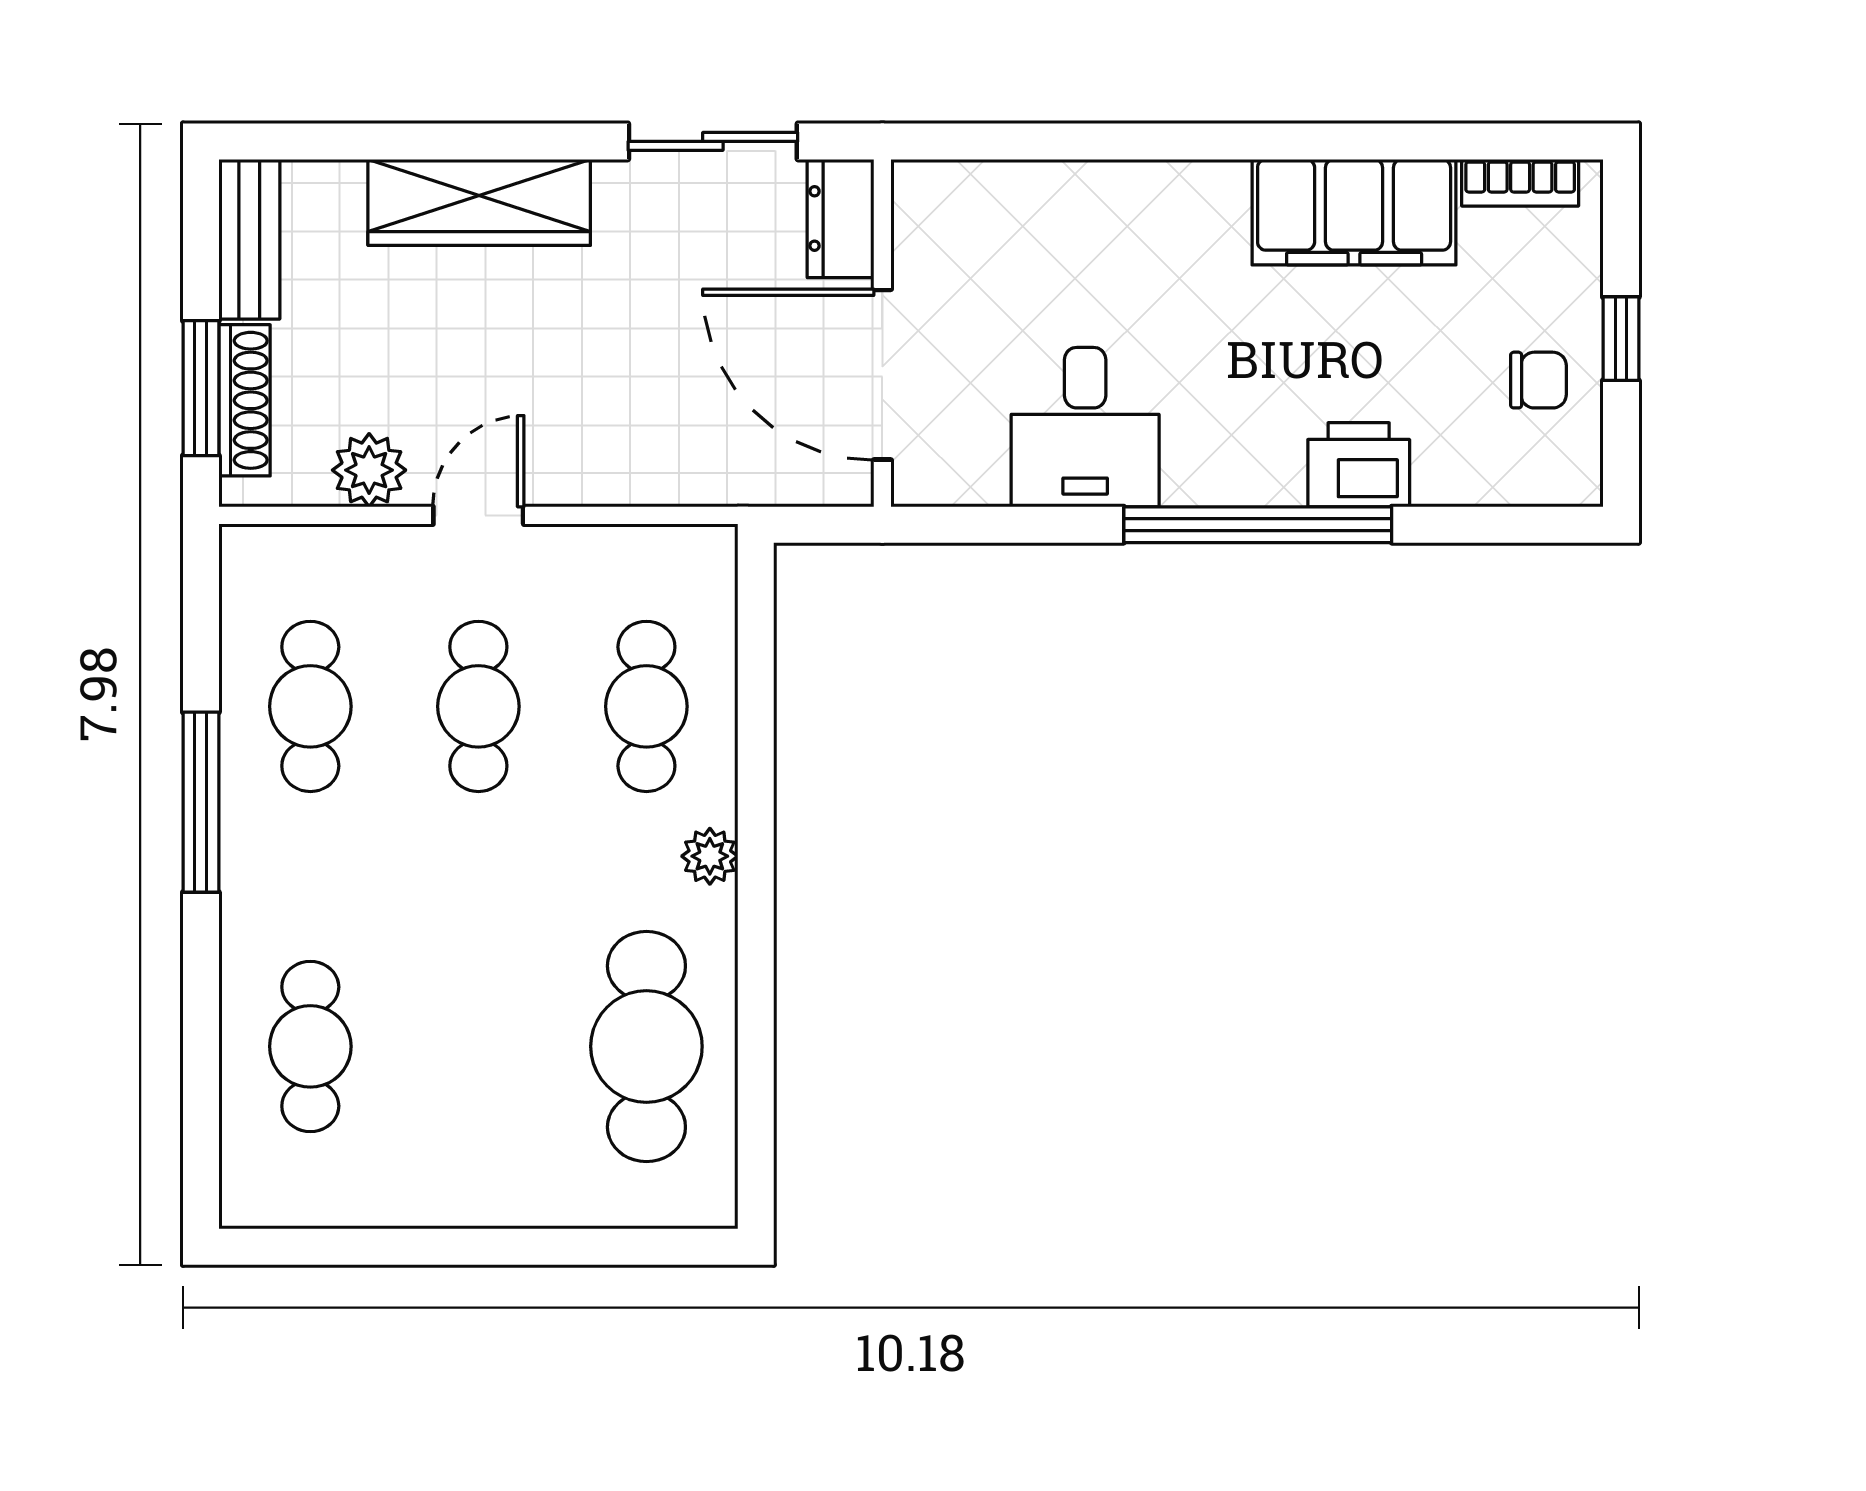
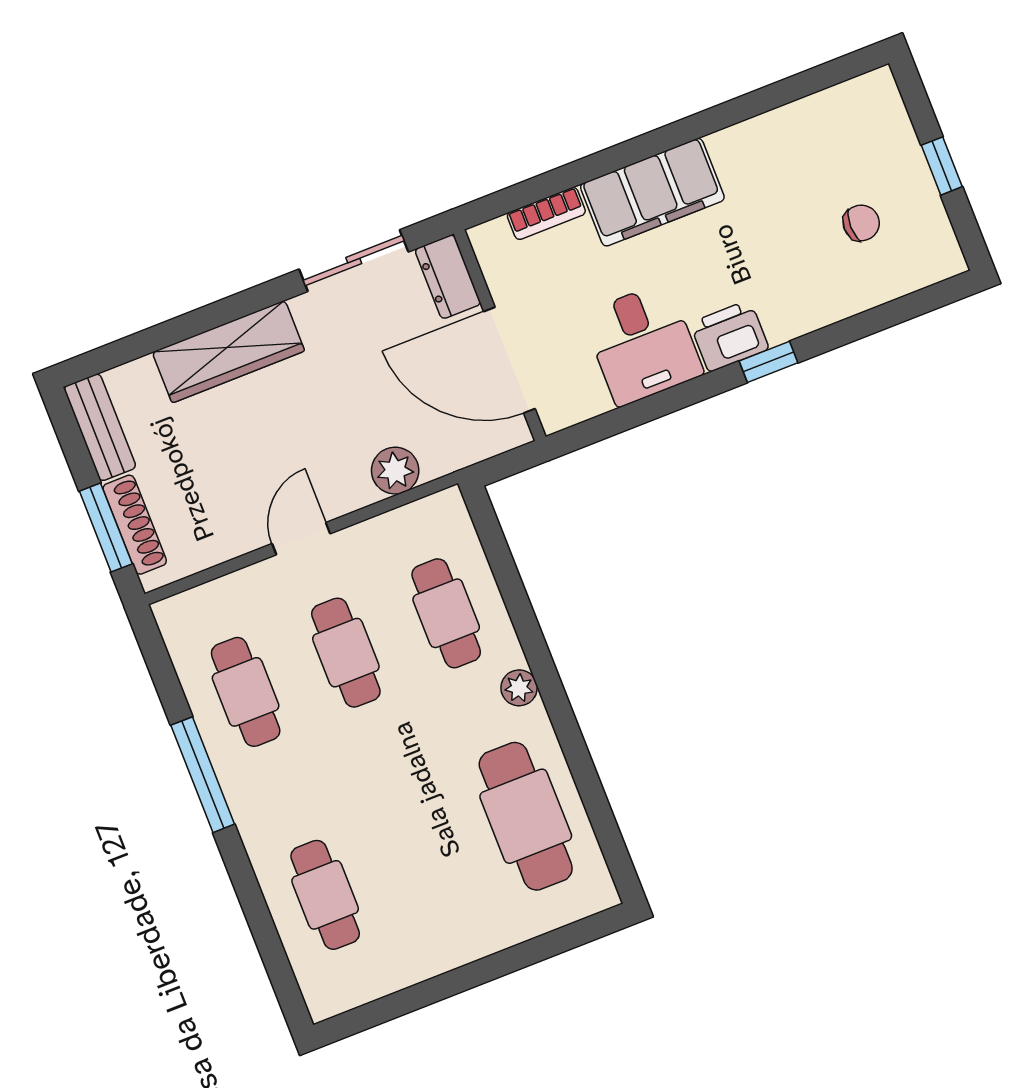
bookcase: (1520, 183) -> (546, 213), moved
filing cabinet: (1354, 212) -> (652, 192), moved
chair: (1538, 380) -> (861, 223), moved
printer: (1359, 465) -> (729, 336), moved
plant: (369, 470) -> (395, 471), moved
window: (1258, 525) -> (768, 362), width x0.32

